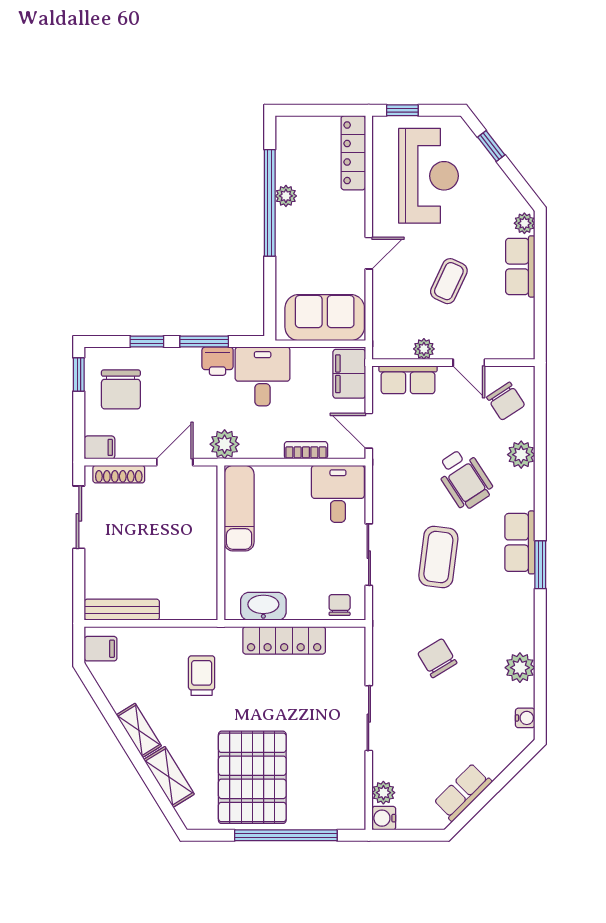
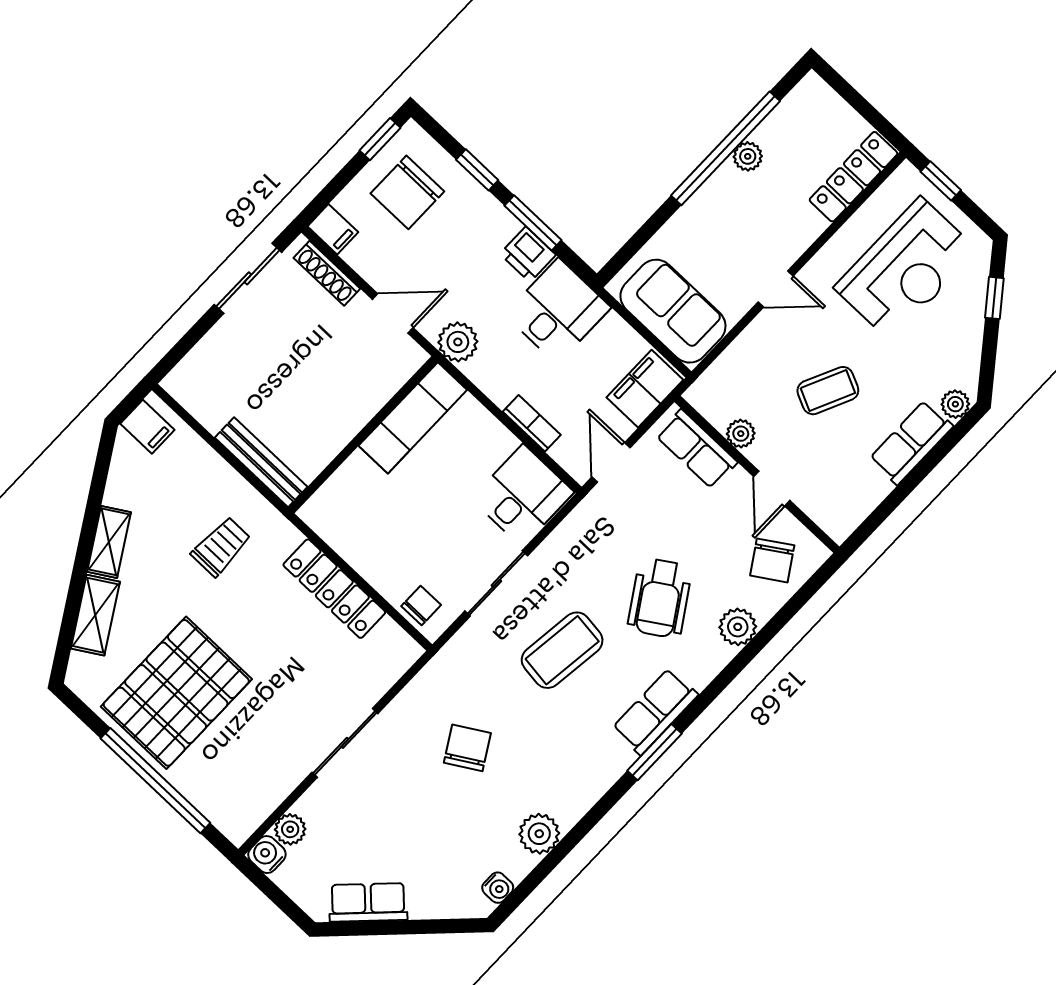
washbasin: (263, 606) -> (346, 536), removed
bench: (122, 610) -> (261, 462), moved

